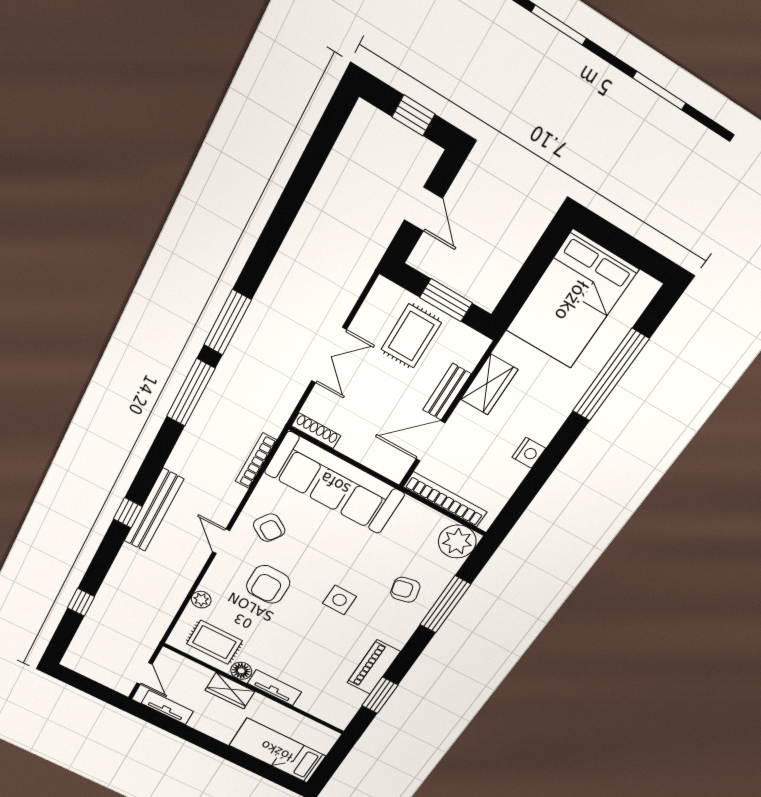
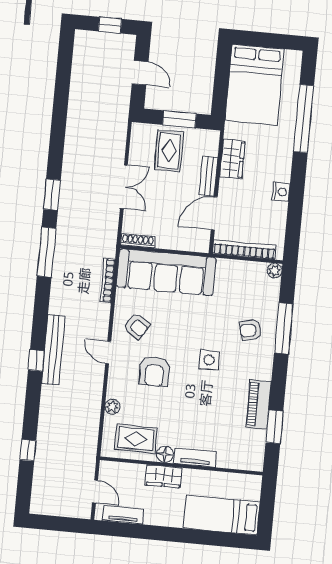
window: (227, 322) -> (52, 195), width x0.69
plant: (457, 542) -> (275, 271), width x0.53, depth x0.53

